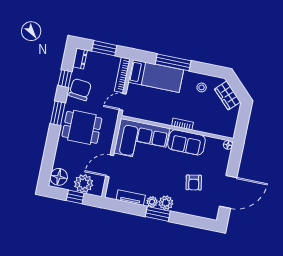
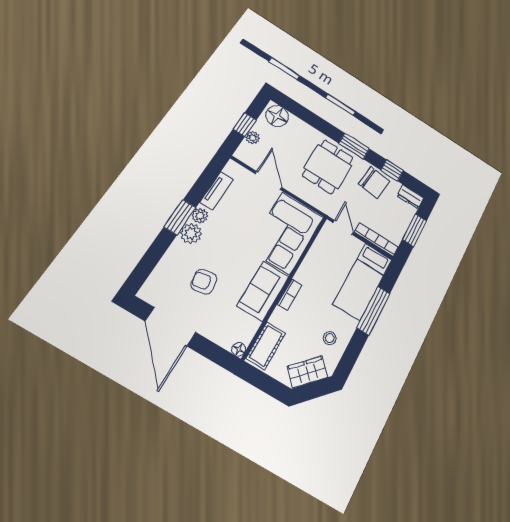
cot: (220, 128) -> (266, 346), added
plant: (84, 184) -> (253, 138), width x0.53, depth x0.53

